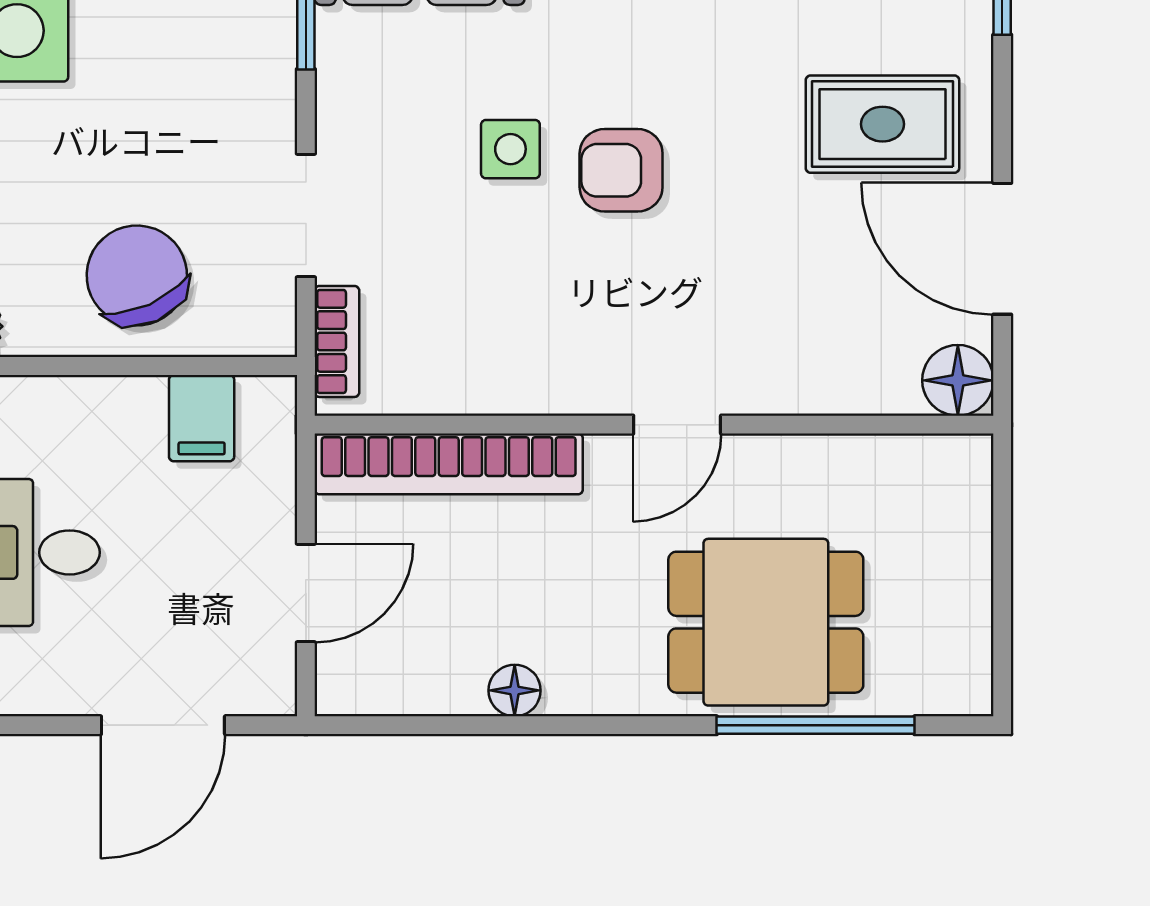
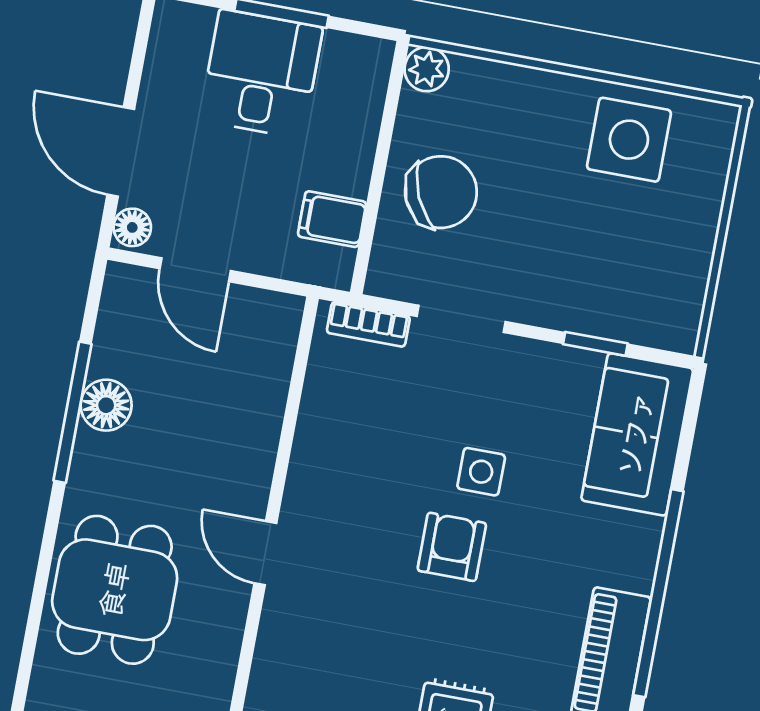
bookcase: (449, 464) -> (268, 387), removed
floor lamp: (264, 690) -> (132, 227), added
floor lamp: (515, 690) -> (106, 405), width x1.37, depth x1.37
window: (816, 725) -> (73, 412), moved

